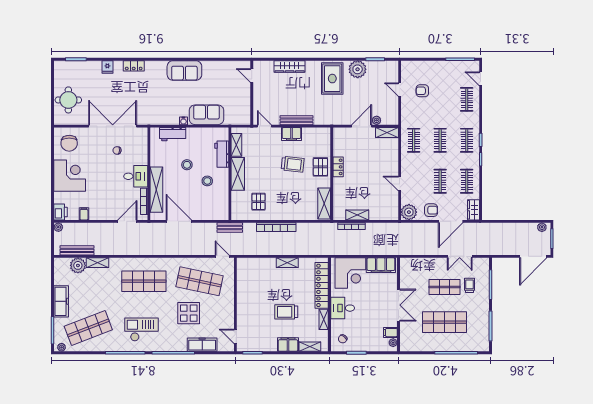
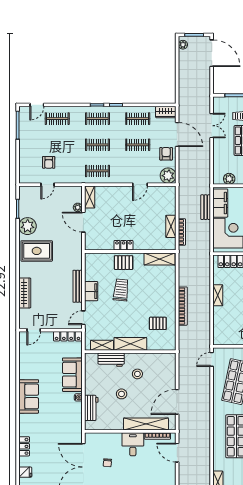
locker: (246, 110) -> (68, 336), added
bench: (230, 227) -> (206, 207), moved
plant: (406, 274) -> (229, 179), added

